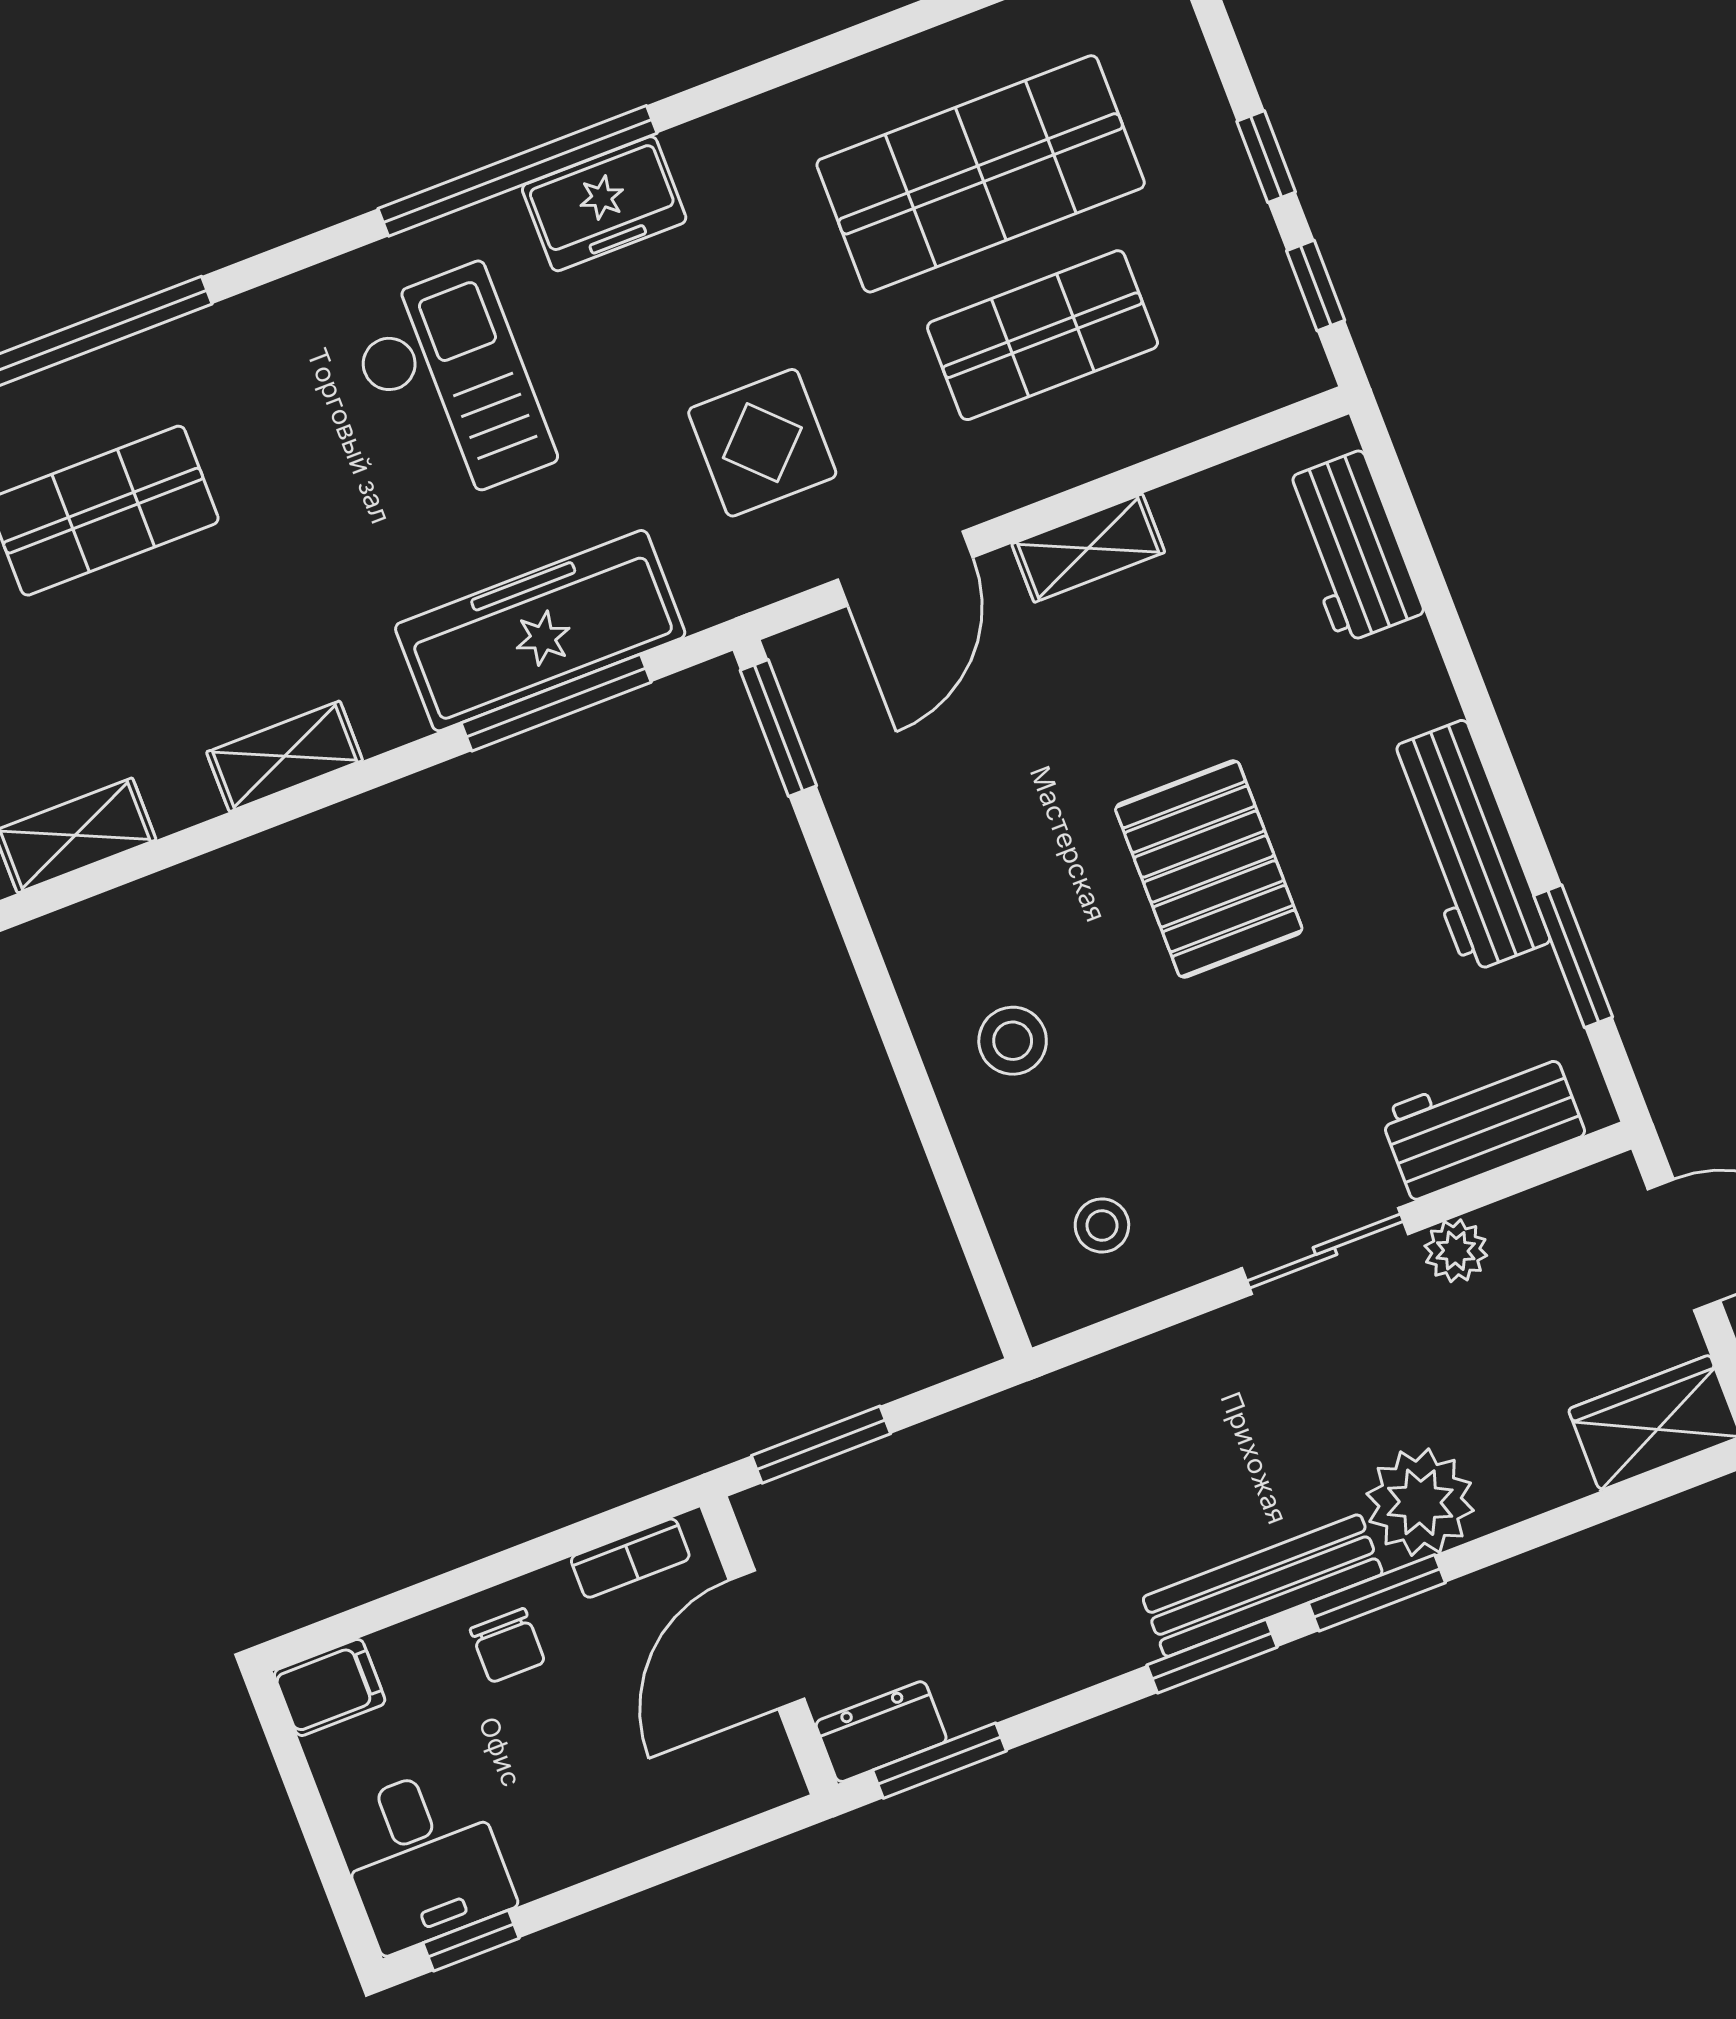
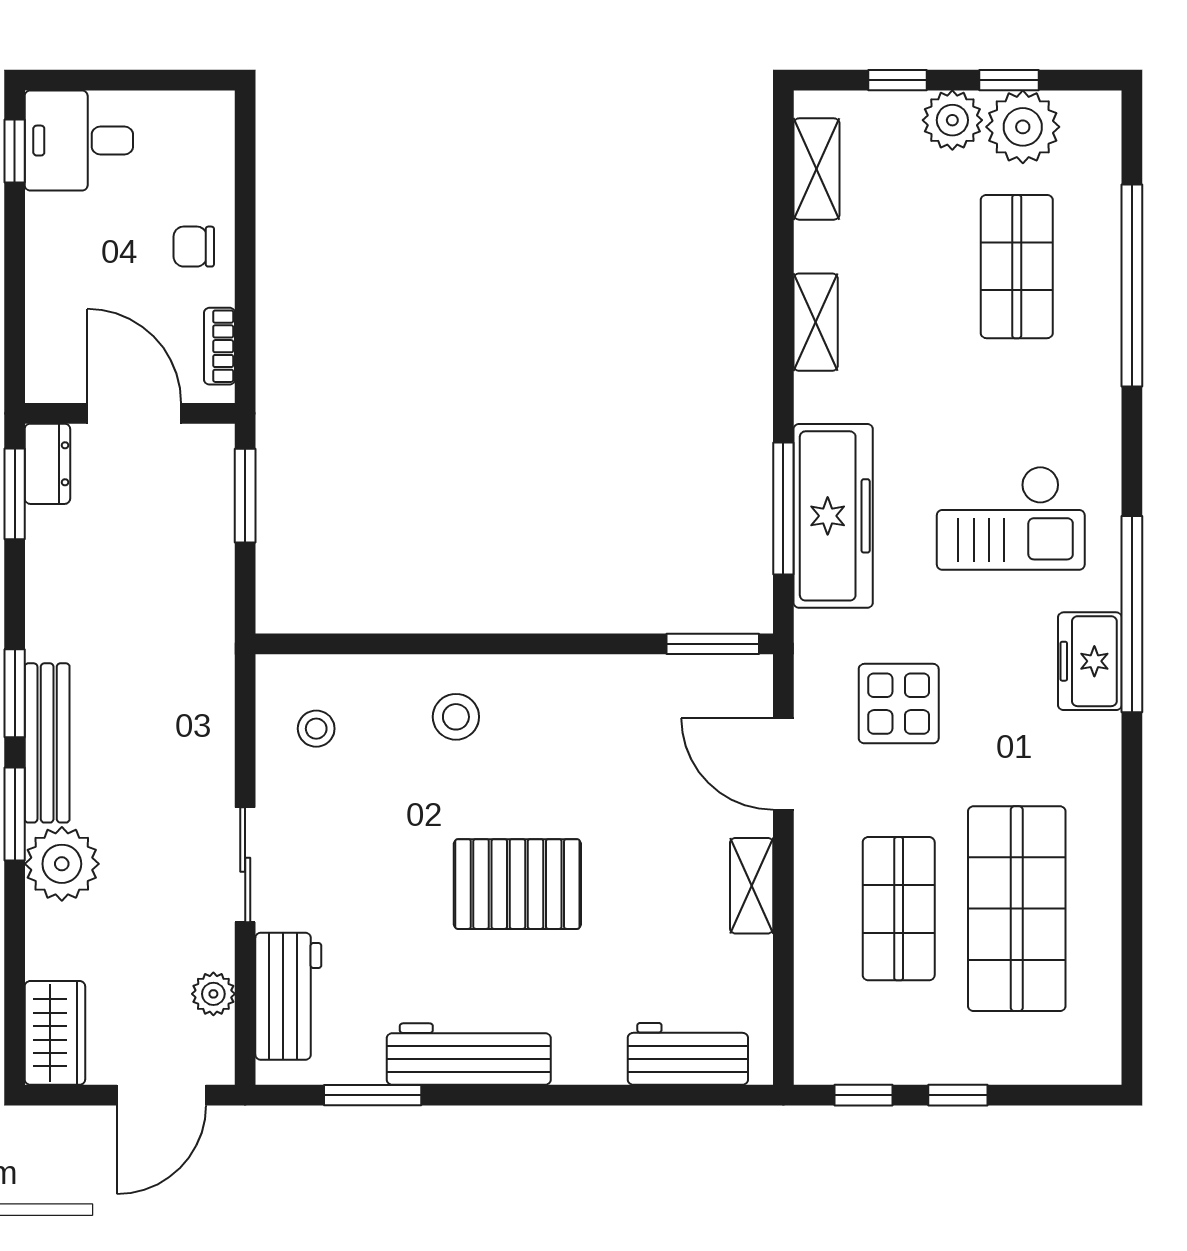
plant: (1456, 1251) -> (213, 994), moved
filing cabinet: (330, 1687) -> (211, 123), removed

